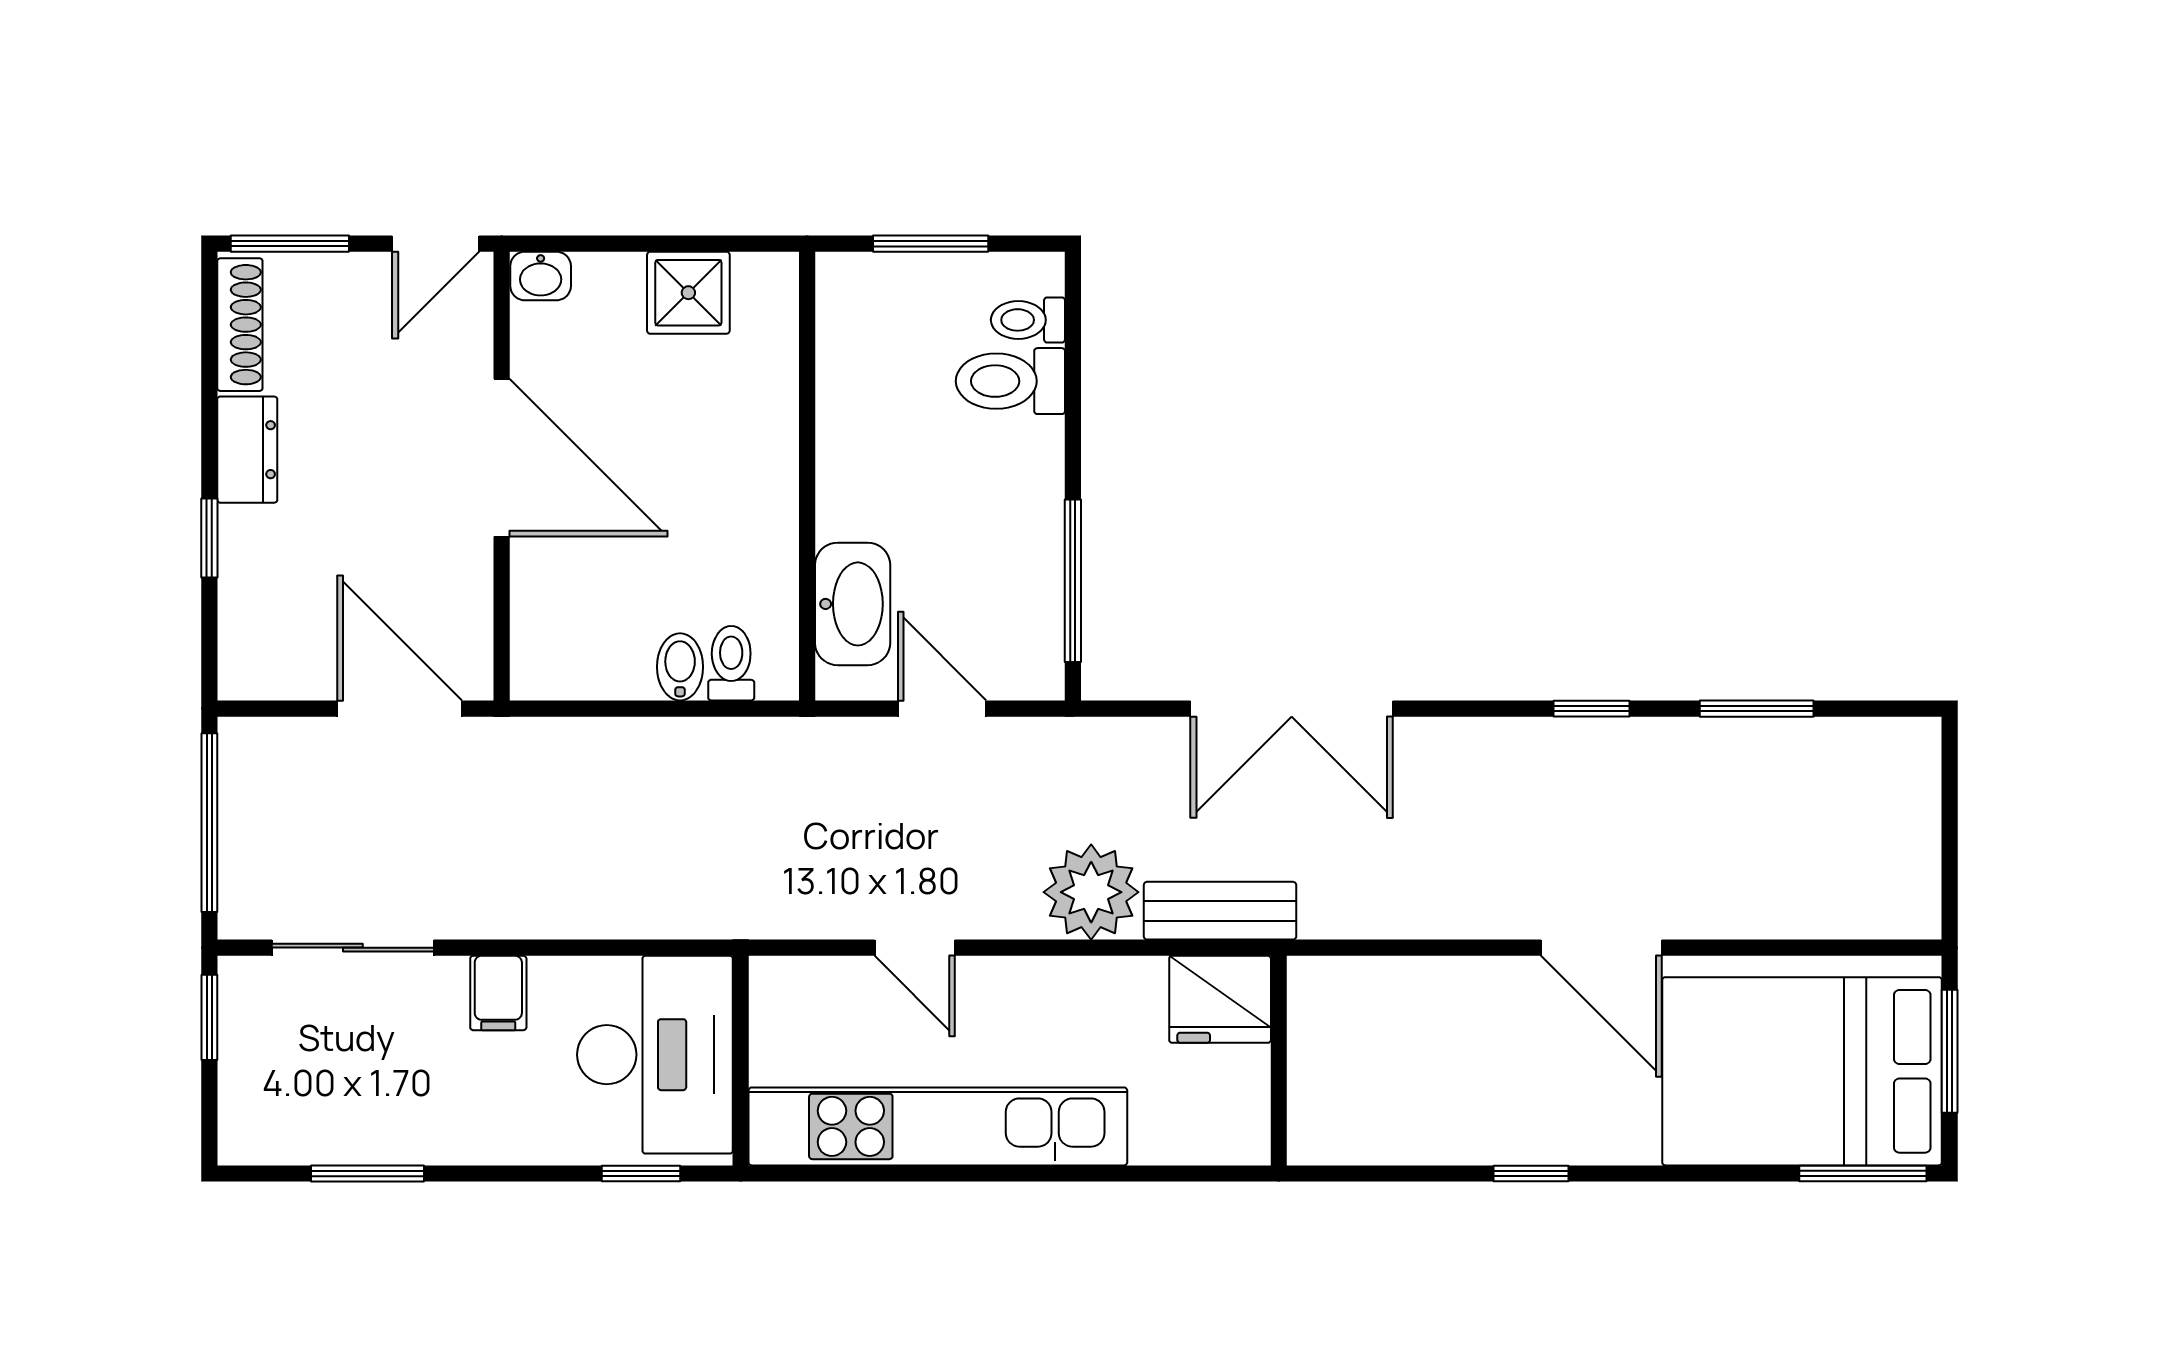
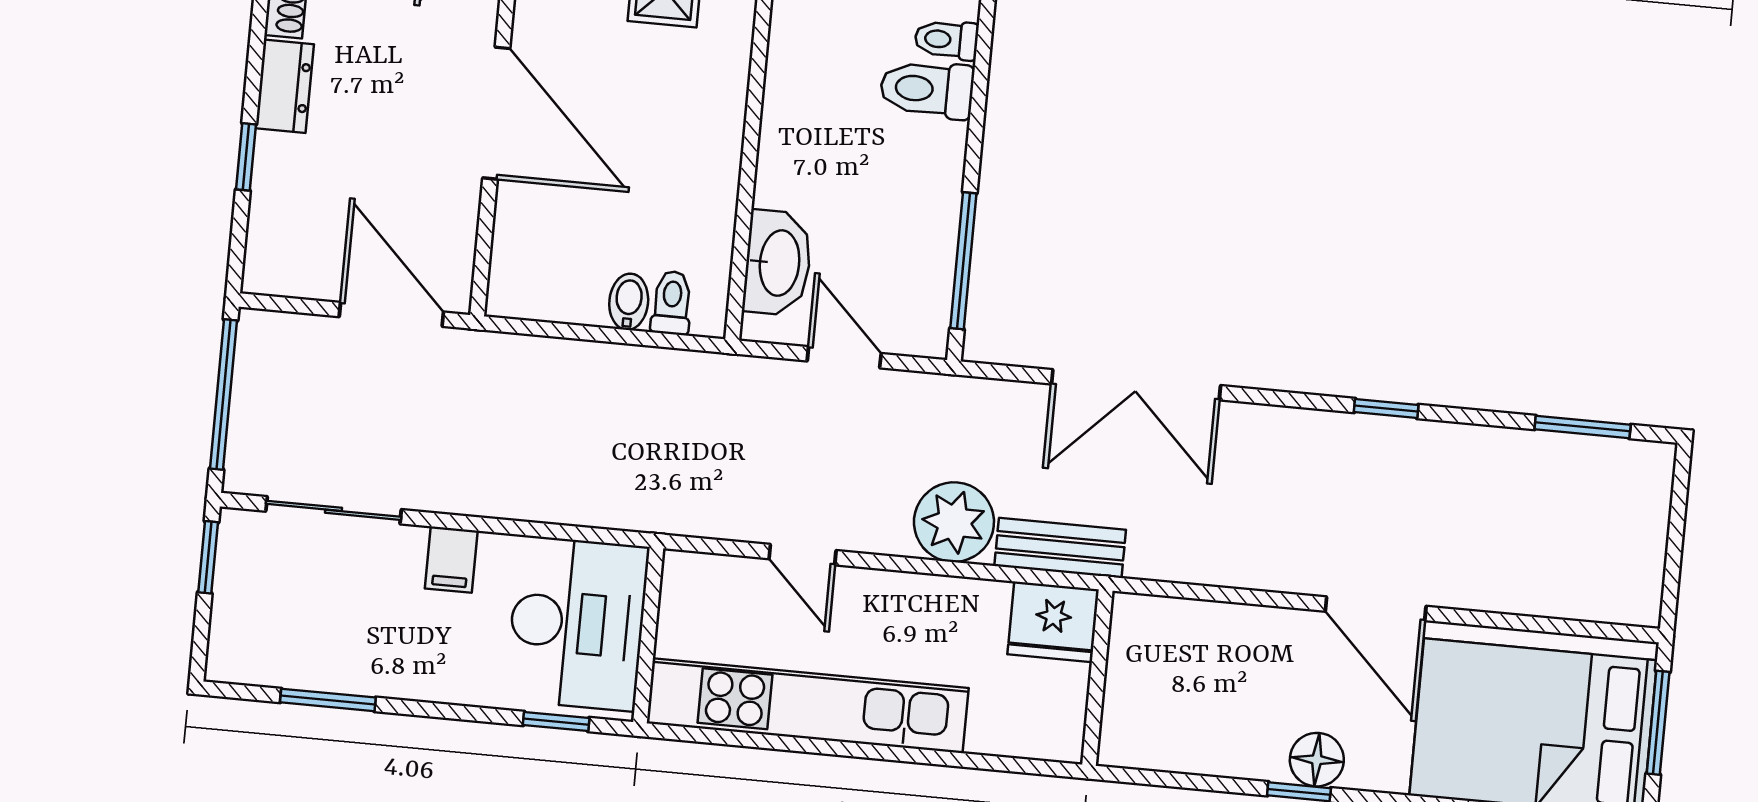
window: (1757, 709) -> (1583, 427), moved
floor lamp: (1549, 1133) -> (1317, 760), added

